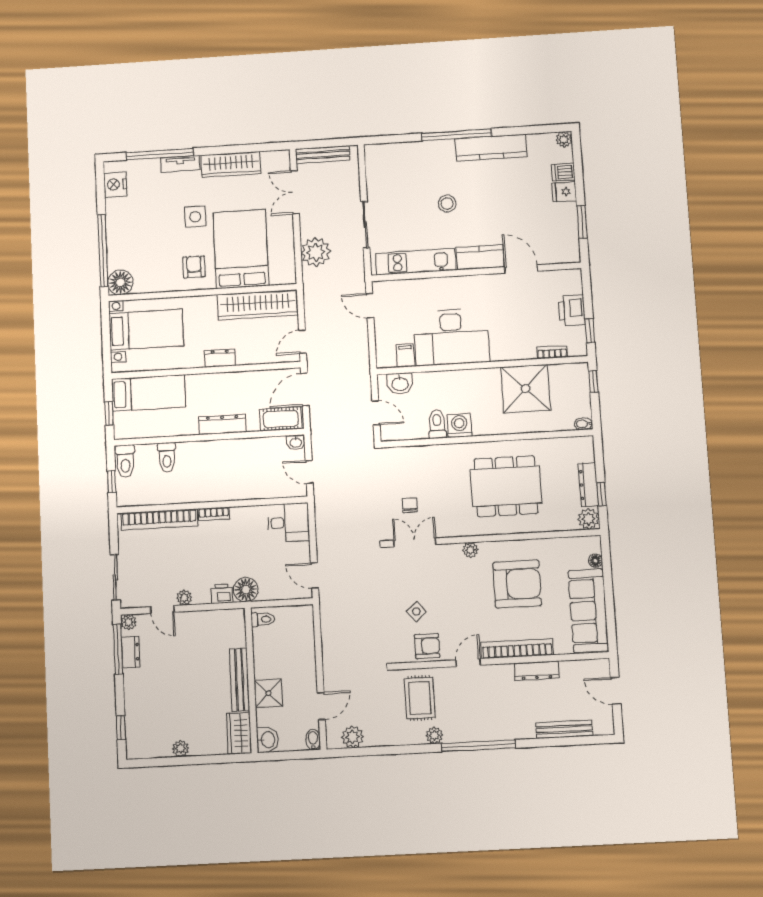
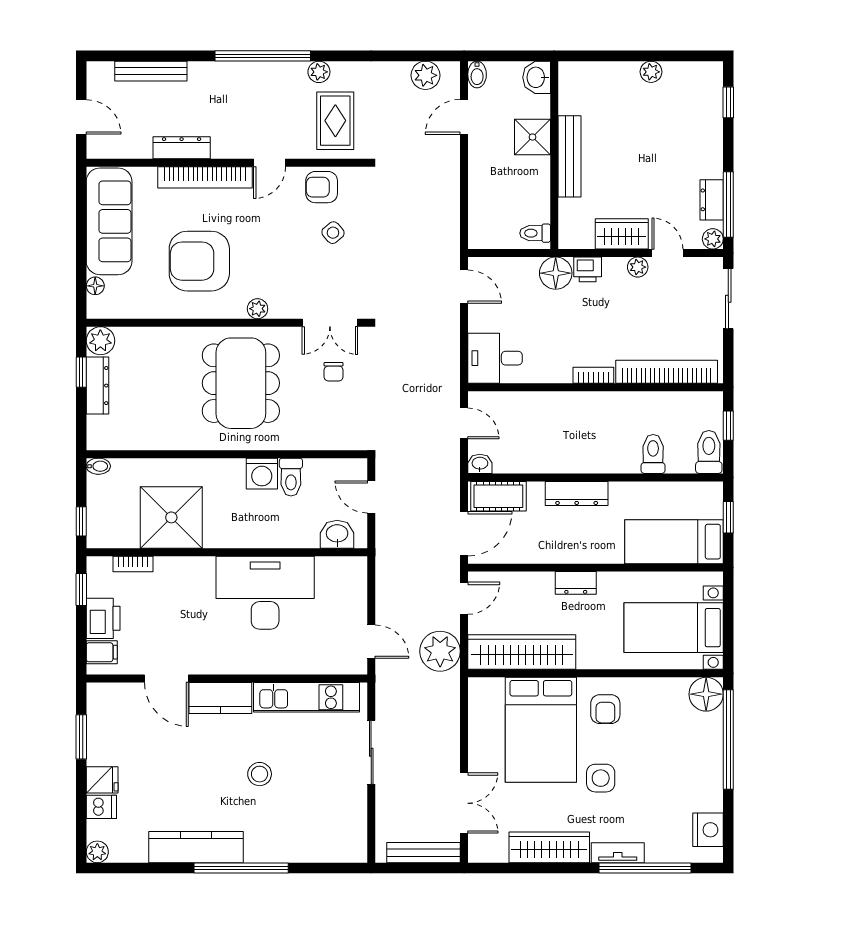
plant: (316, 252) -> (440, 651), moved
filing cabinet: (405, 355) -> (102, 652), moved, turned -90
dining table: (506, 486) -> (241, 383), moved, turned 90
wardrobe: (239, 733) -> (622, 234), moved, turned -90

